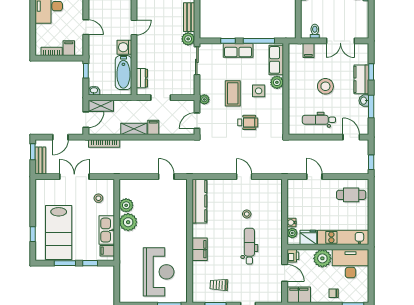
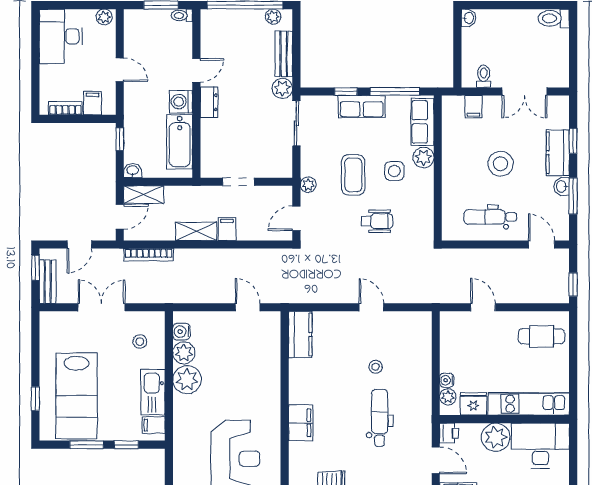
dresser: (142, 78) -> (209, 102), moved
water cooler: (125, 192) -> (181, 332), added
kitchen counter: (199, 201) -> (300, 334), width x0.67

